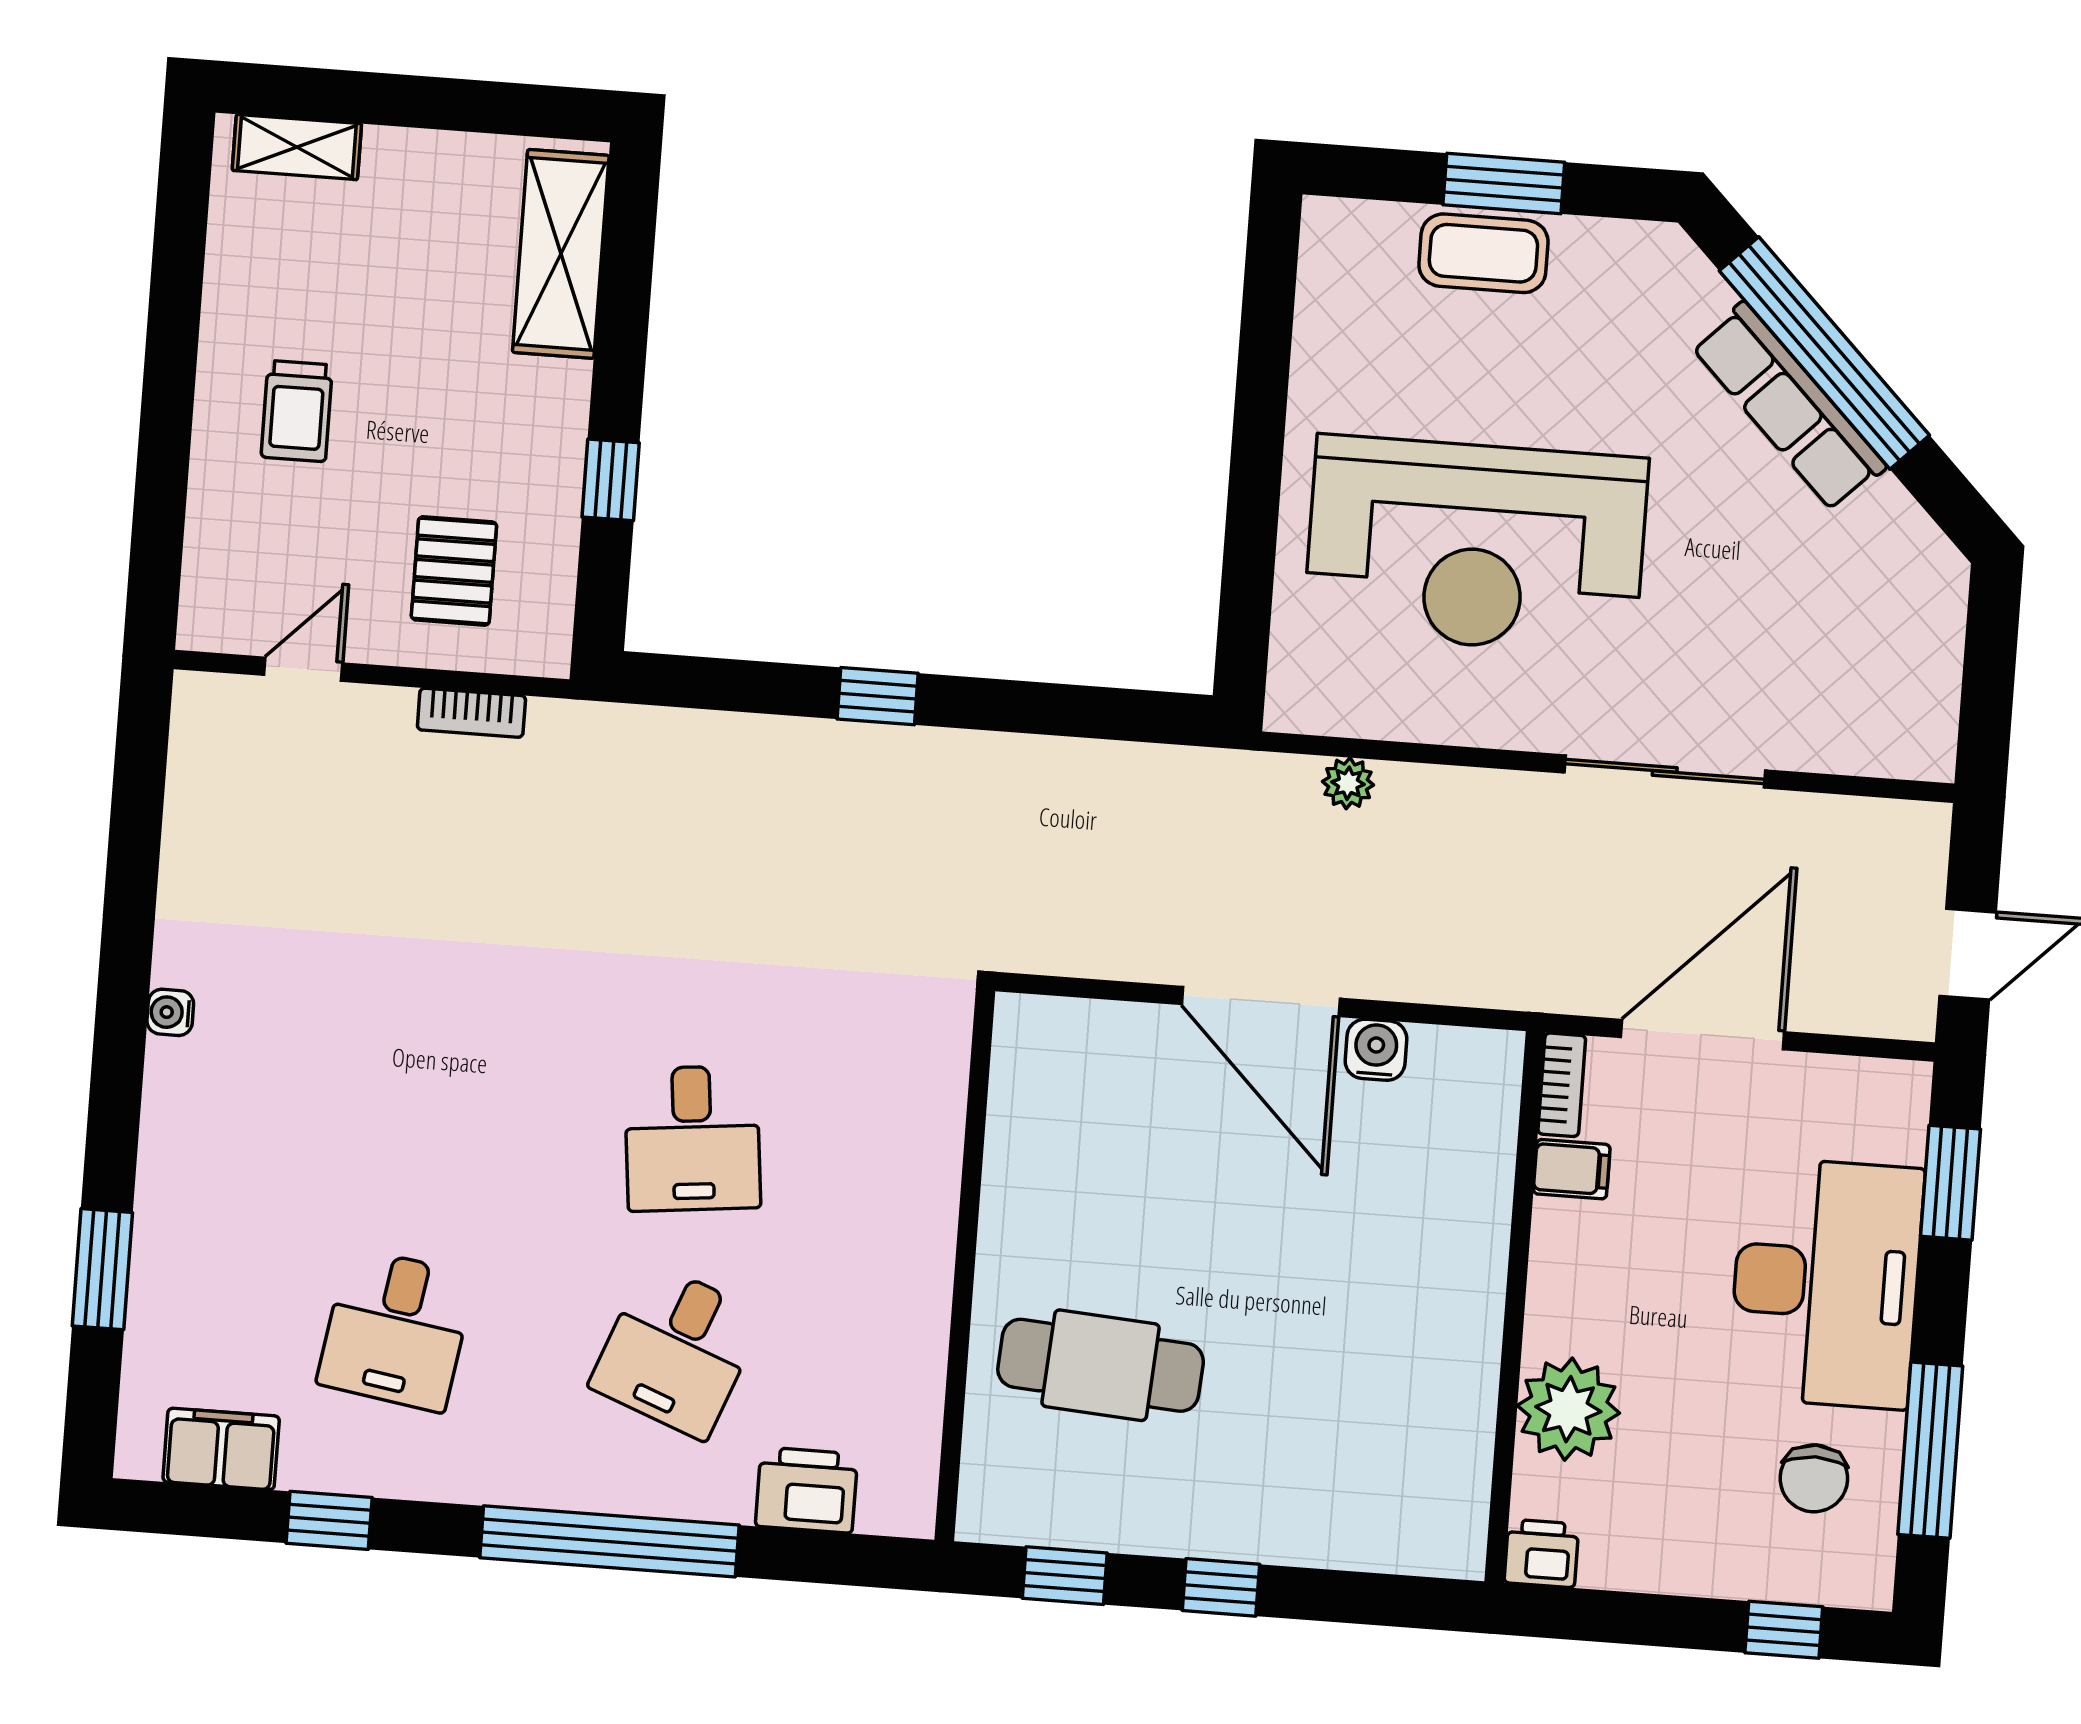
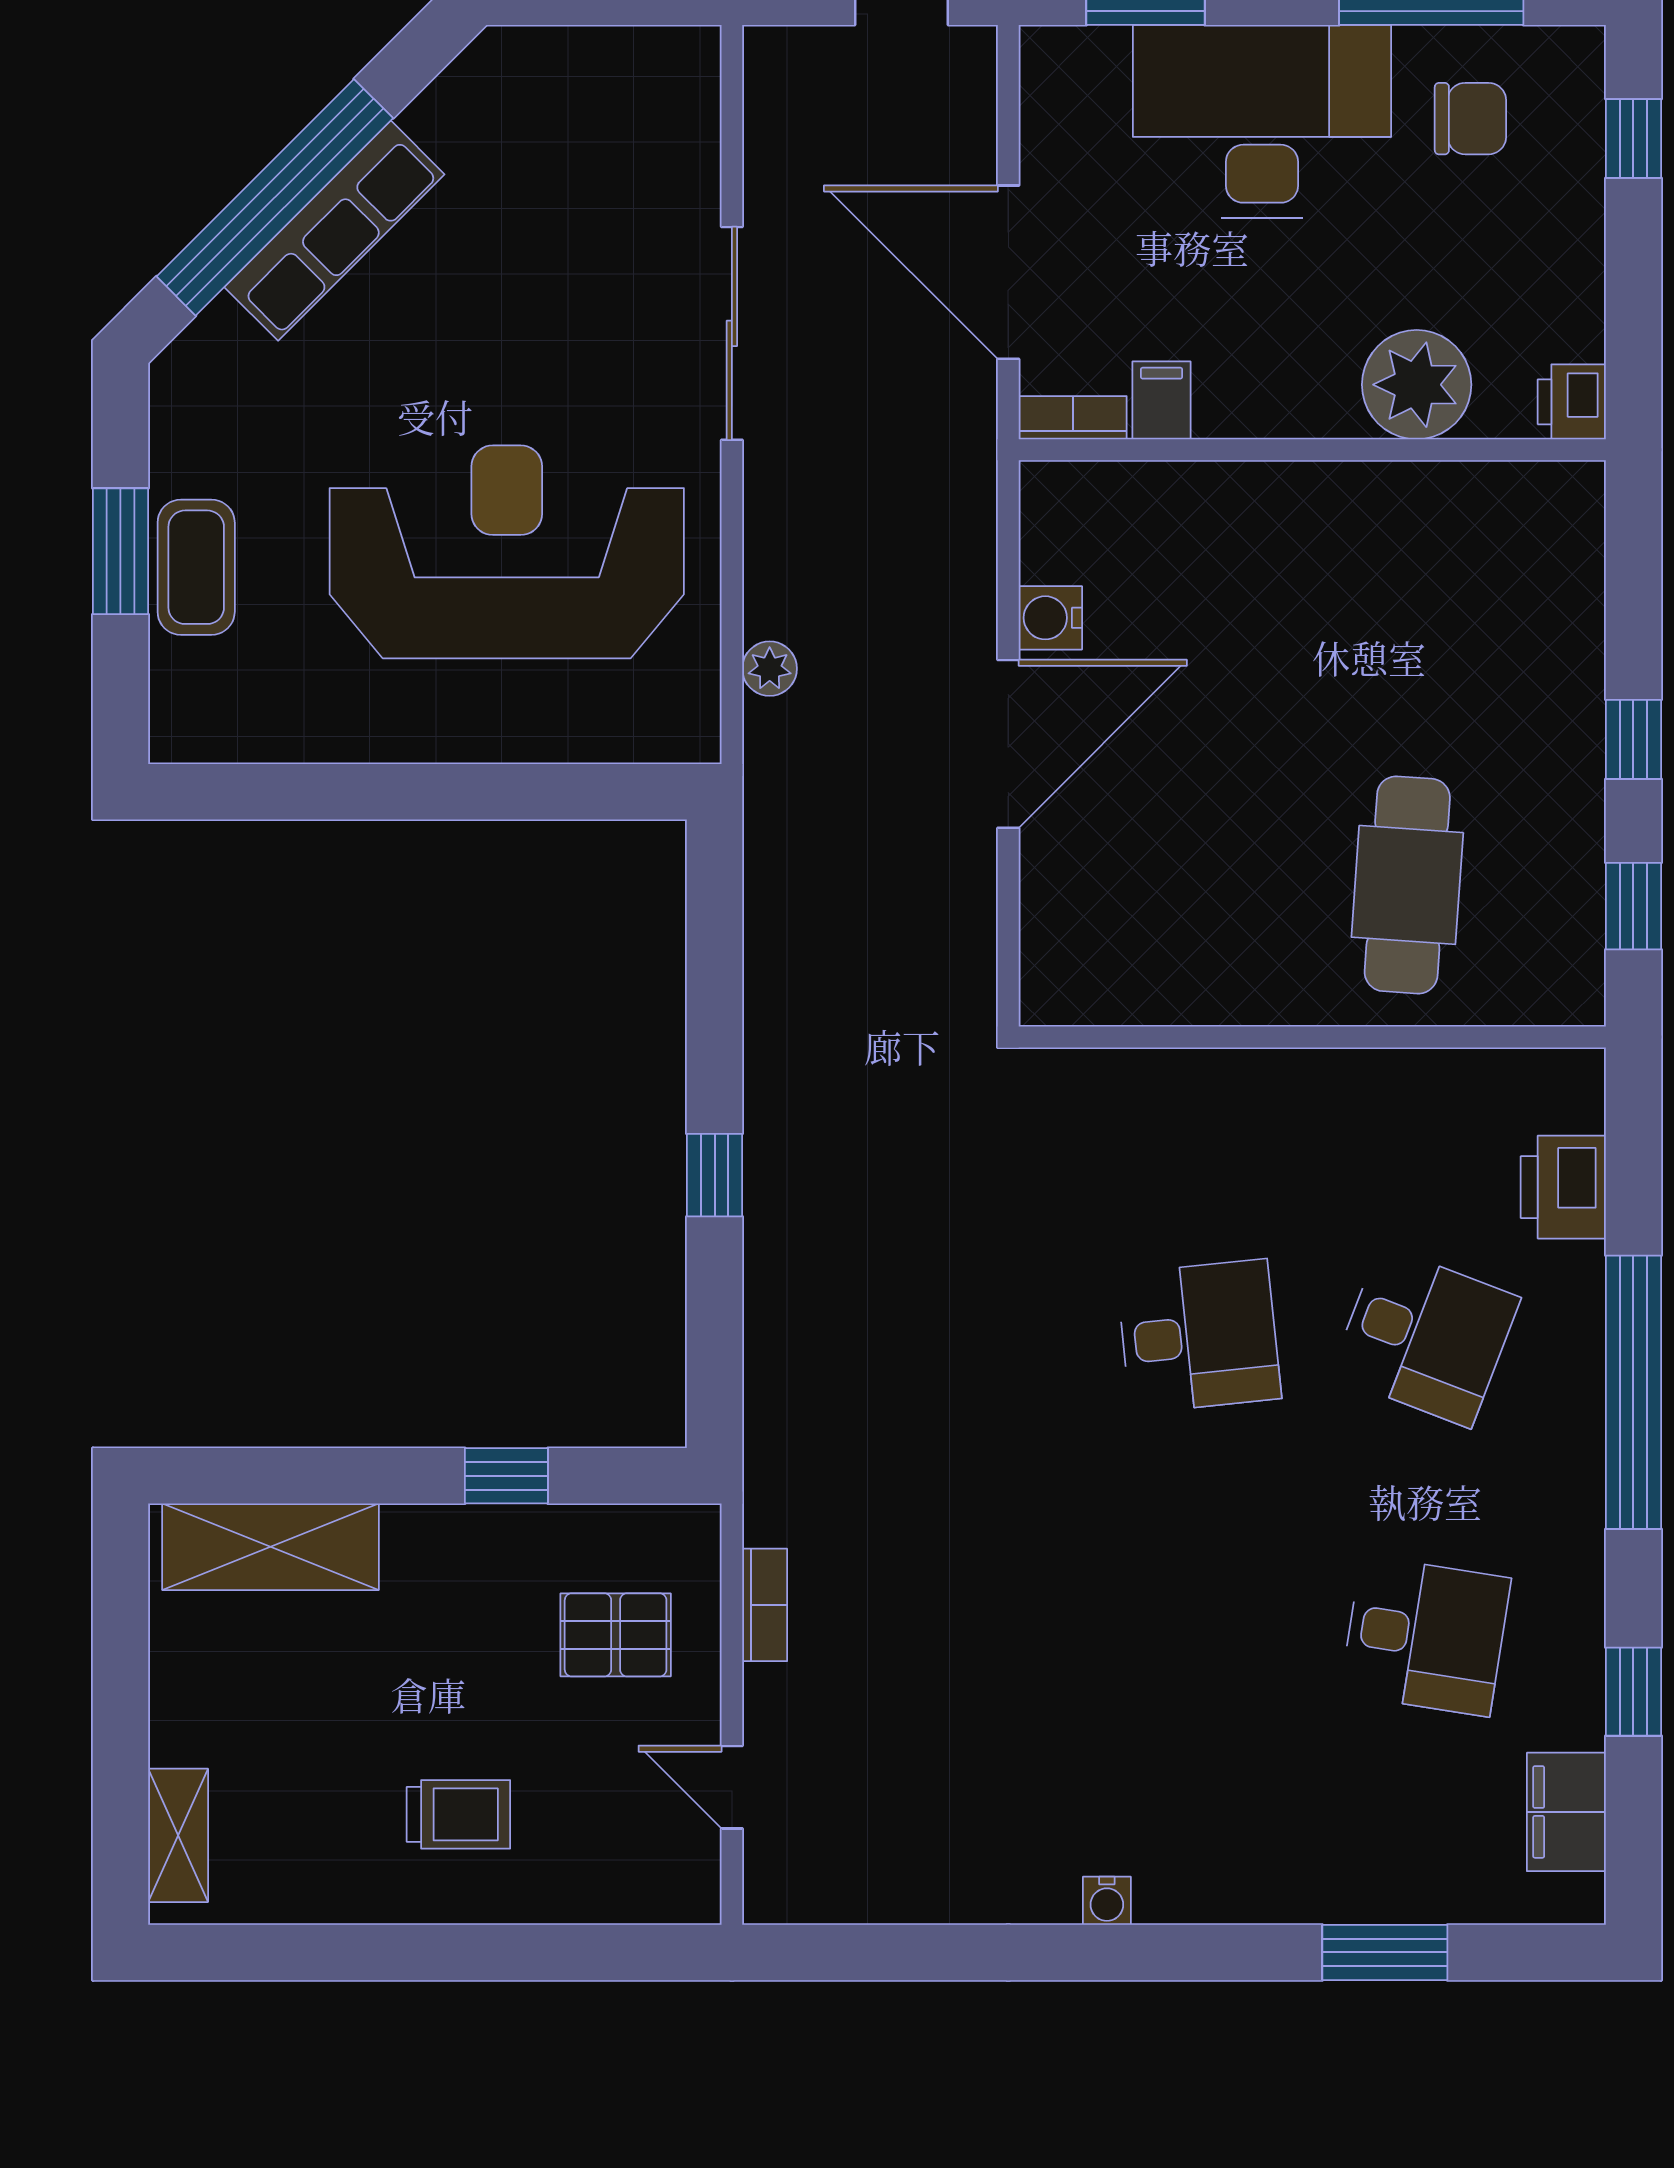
reception desk: (1476, 545) -> (507, 552), turned -90

